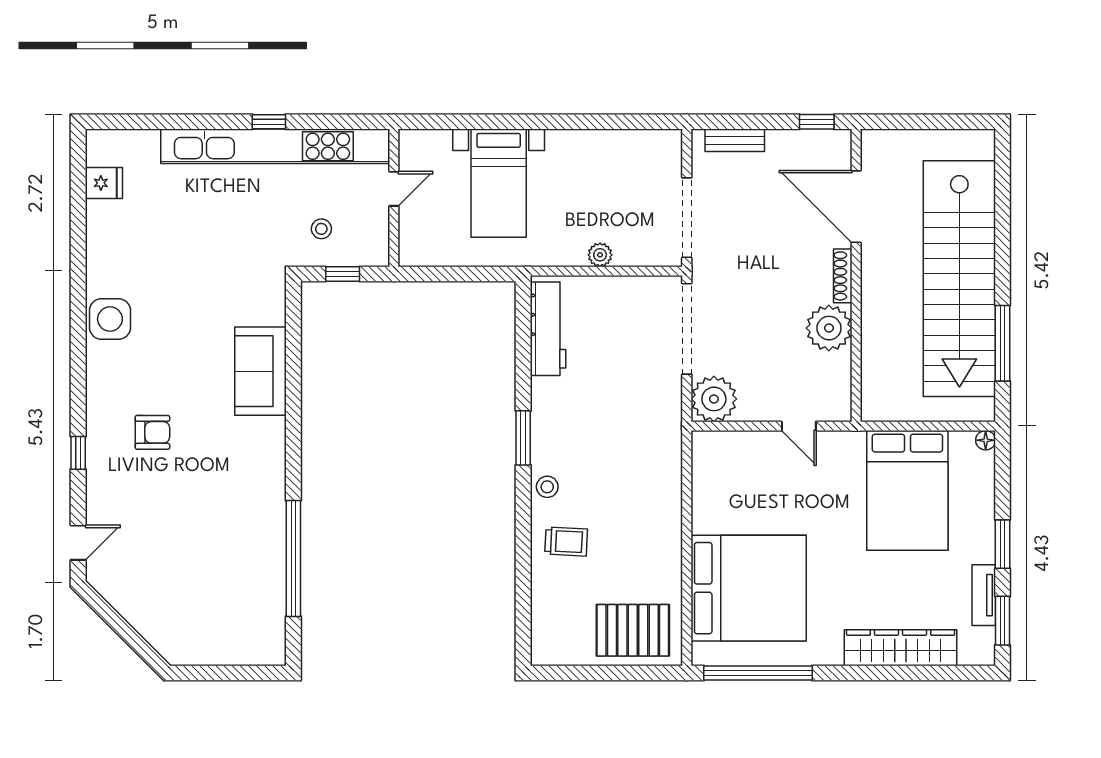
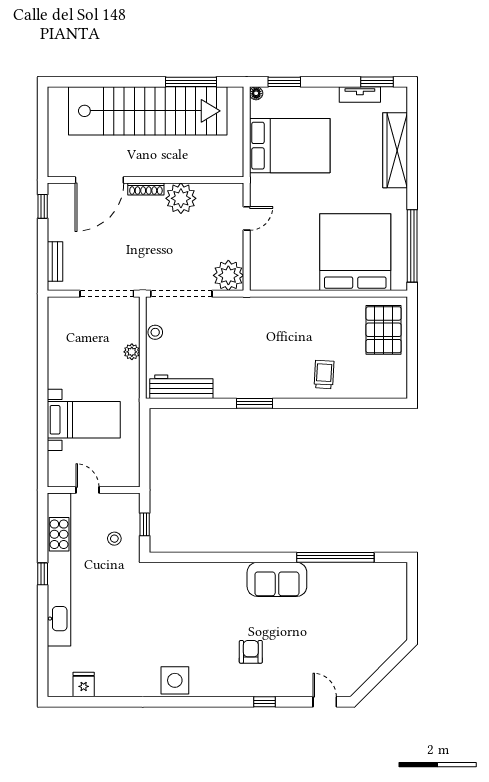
sofa: (261, 371) -> (277, 579), moved
stool: (547, 487) -> (155, 332), moved
window: (1003, 544) -> (284, 82), moved

